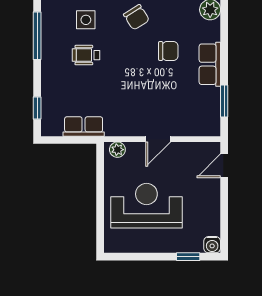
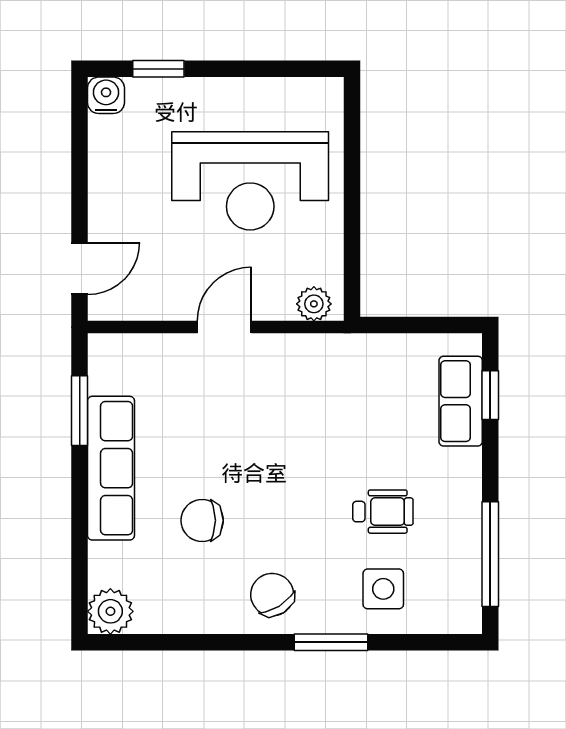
row of seats: (210, 64) -> (111, 468), width x1.48
row of seats: (84, 126) -> (461, 401), moved, turned 90

